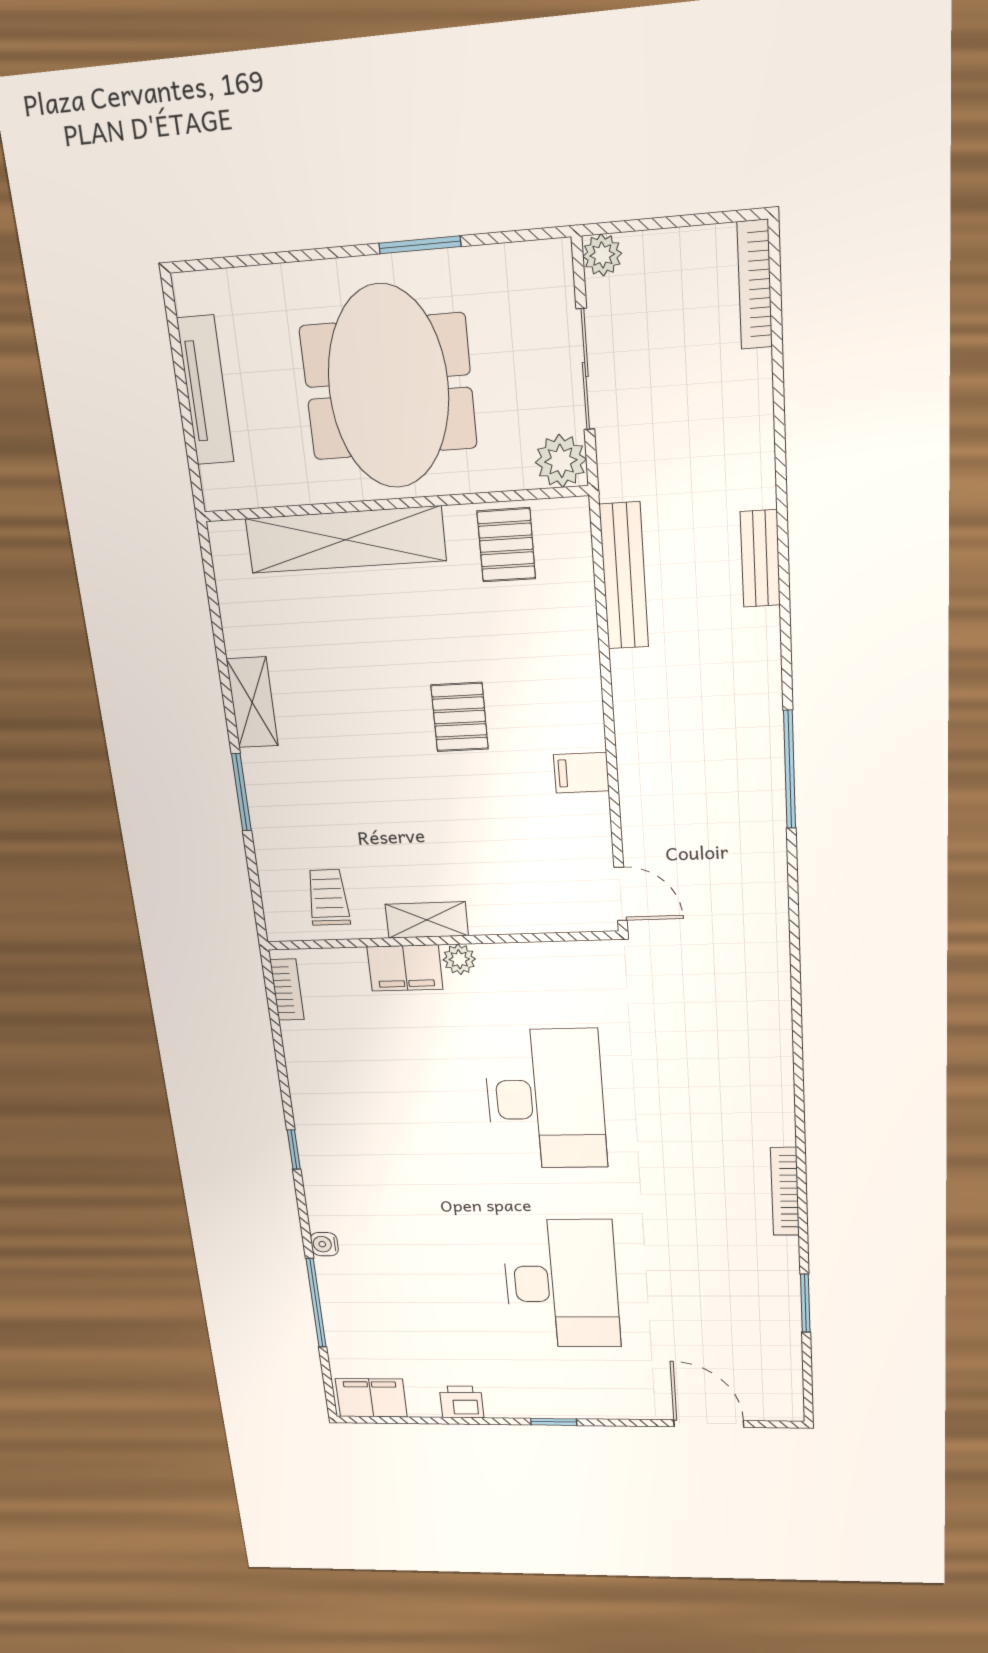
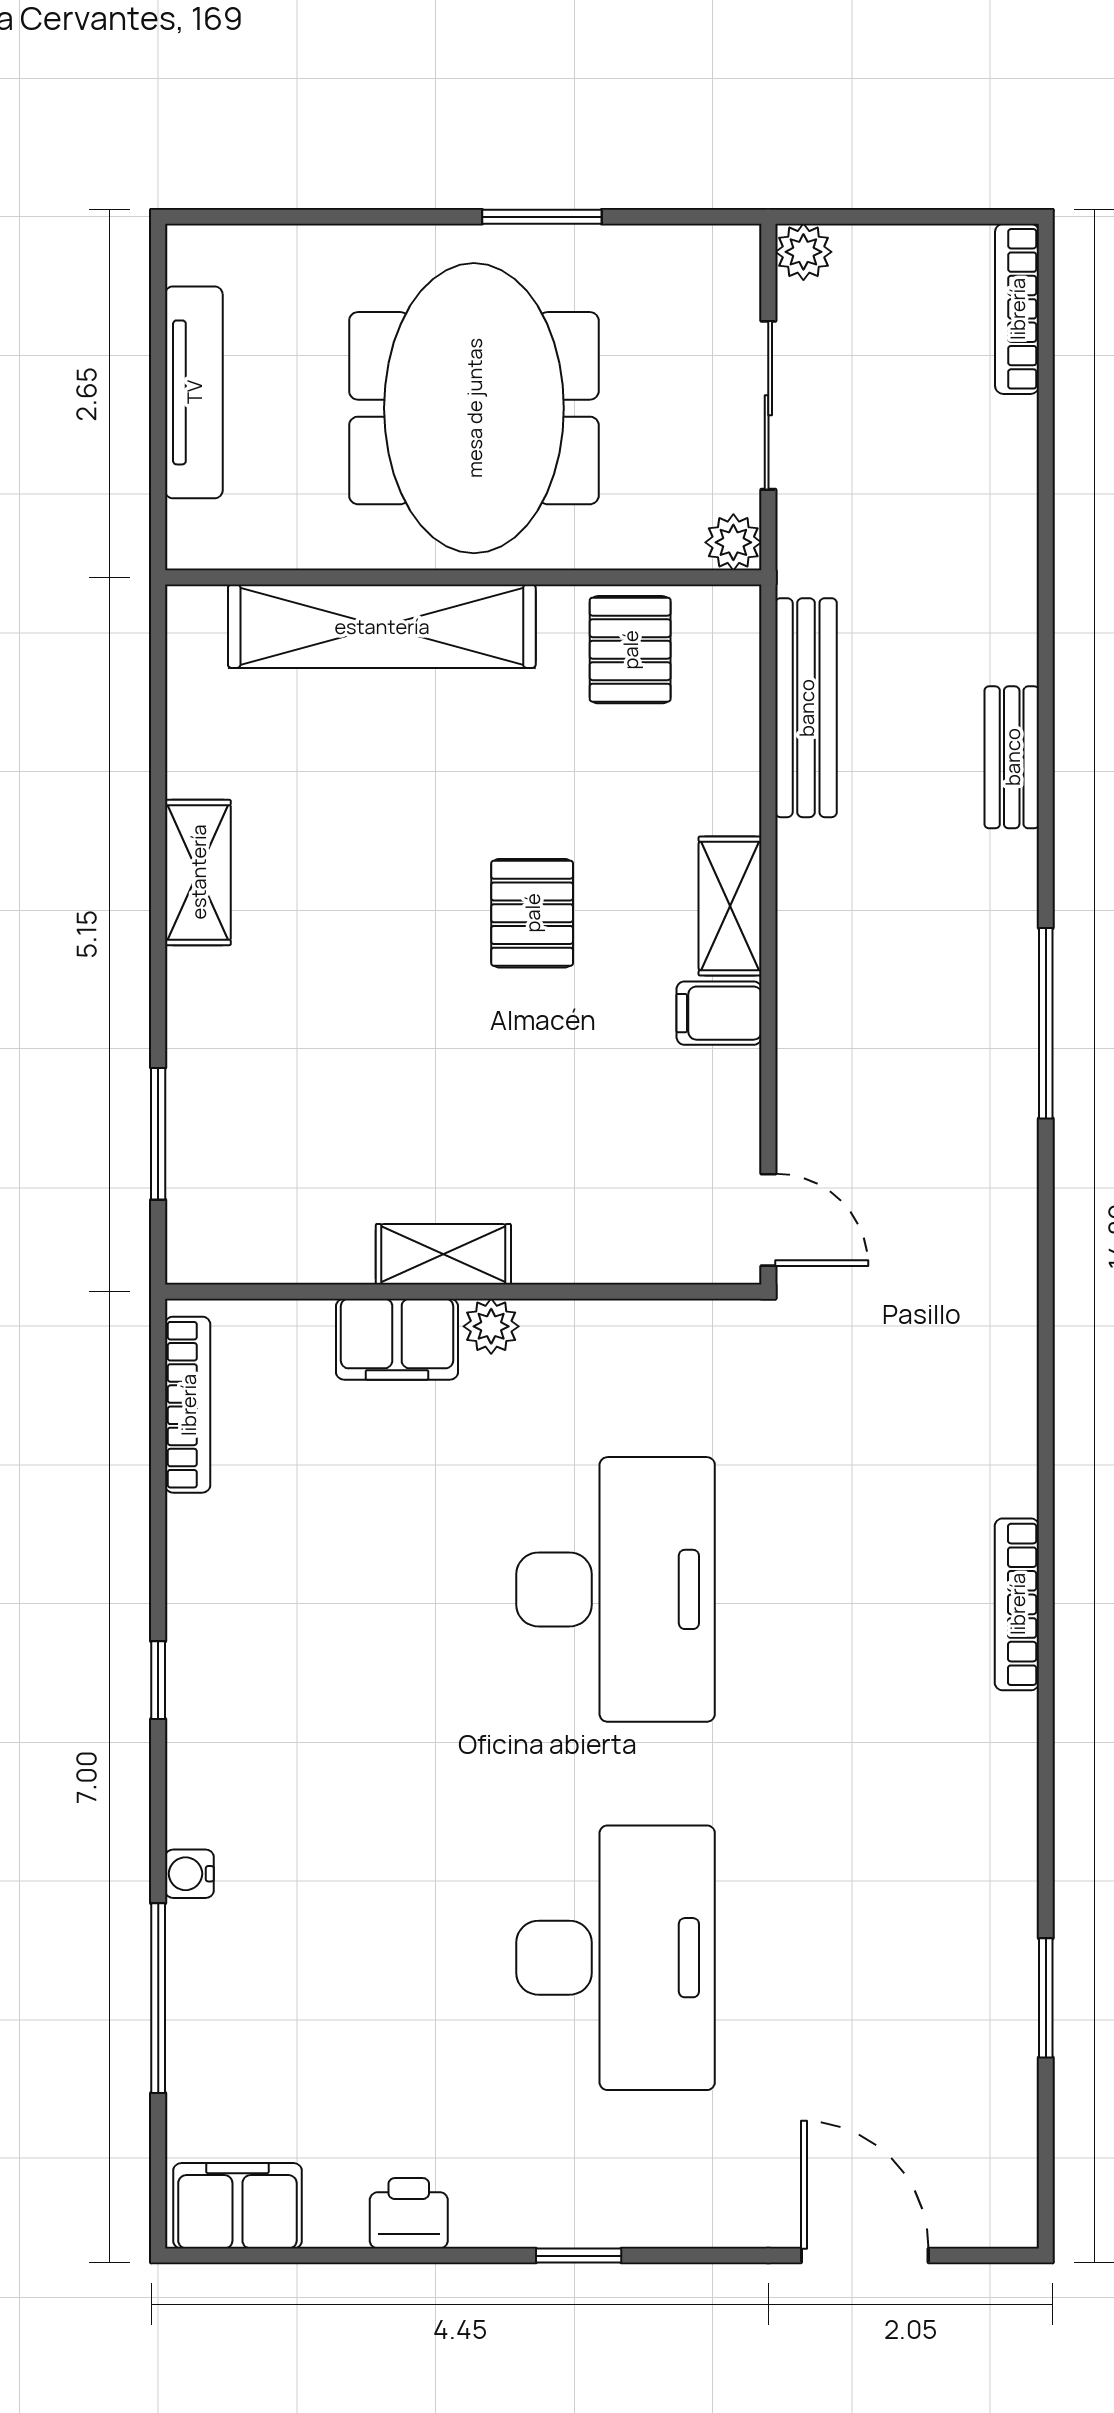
plant: (561, 461) -> (733, 542), width x0.73, depth x0.73
bench: (760, 559) -> (1012, 757), moved
shelving: (583, 706) -> (730, 906), added
window: (241, 792) -> (158, 1134), moved
trolley: (328, 897) -> (281, 1209), removed
bookcase: (287, 990) -> (188, 1405), width x1.56
bookcase: (785, 1192) -> (1017, 1604), moved

